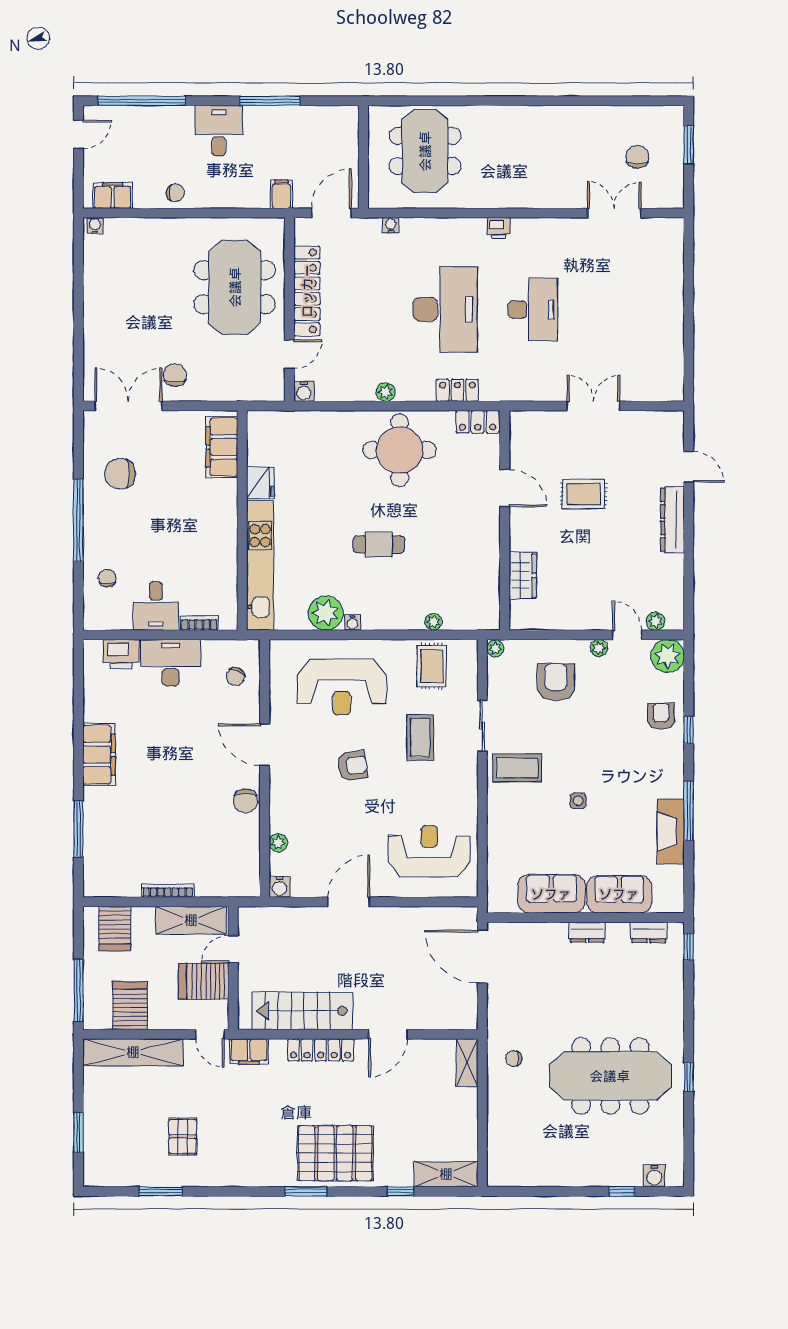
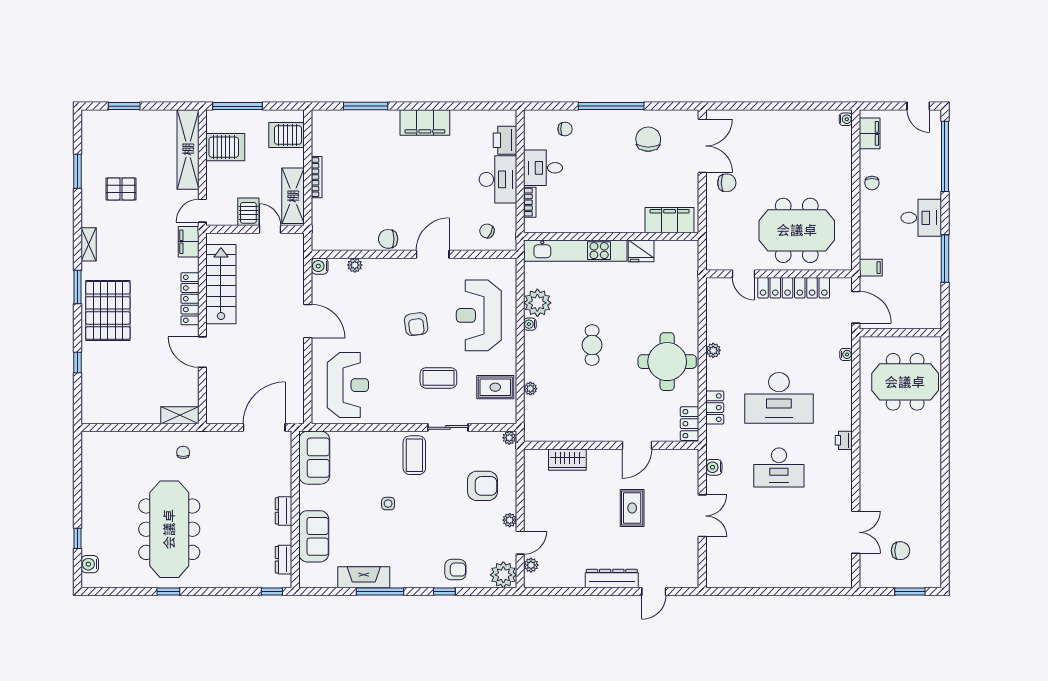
water cooler: (304, 391) -> (714, 467), moved
sofa: (551, 894) -> (314, 458), moved
server rack: (204, 981) -> (248, 212), width x0.73, depth x0.70
shelving: (446, 1174) -> (89, 244), moved, width x0.67, depth x0.75

